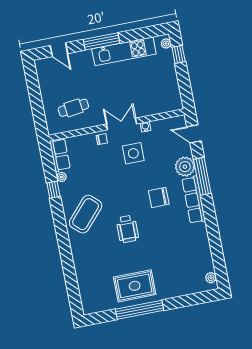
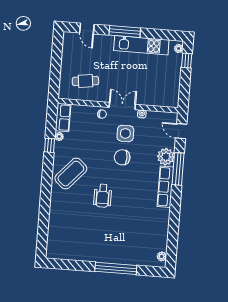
chair: (159, 197) -> (122, 157), moved
rug: (135, 286) -> (95, 245), removed
window: (140, 310) -> (116, 268), moved

